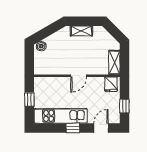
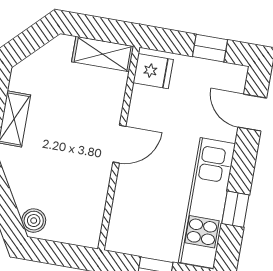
door: (79, 76) -> (119, 144), hinge flipped
window: (73, 128) -> (235, 209), moved

